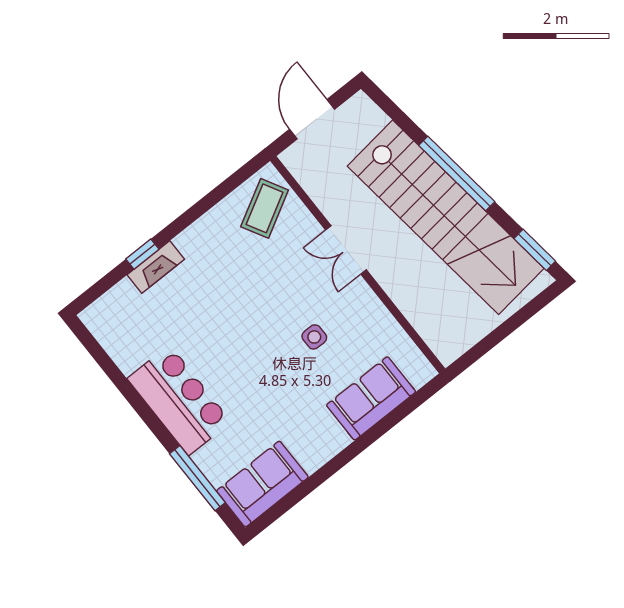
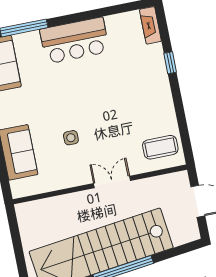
coffee table: (265, 208) -> (160, 147), turned -61
fireplace: (156, 267) -> (150, 25), moved

